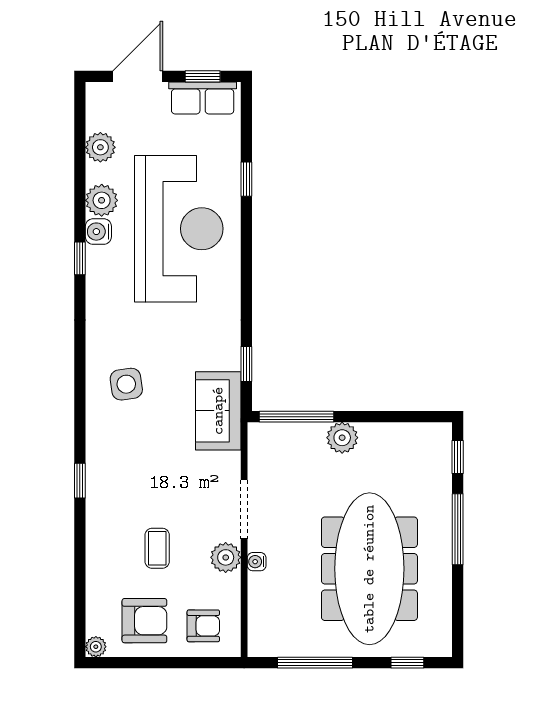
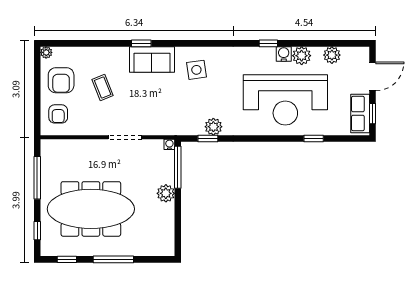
door: (138, 76) -> (372, 76), hinge flipped
sofa: (218, 411) -> (152, 59), moved, turned 180
window: (458, 457) -> (67, 259), moved
coffee table: (157, 548) -> (103, 88), turned 68
plant: (226, 557) -> (213, 127), moved
water cooler: (257, 562) -> (169, 144), moved

